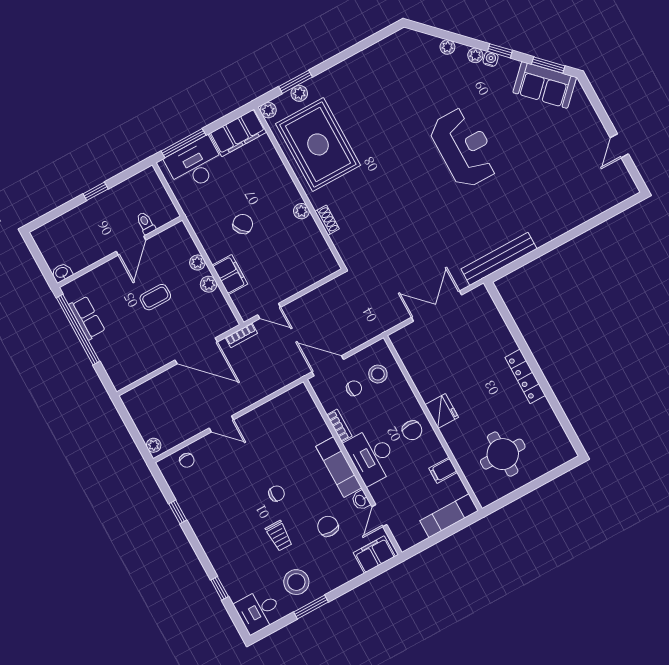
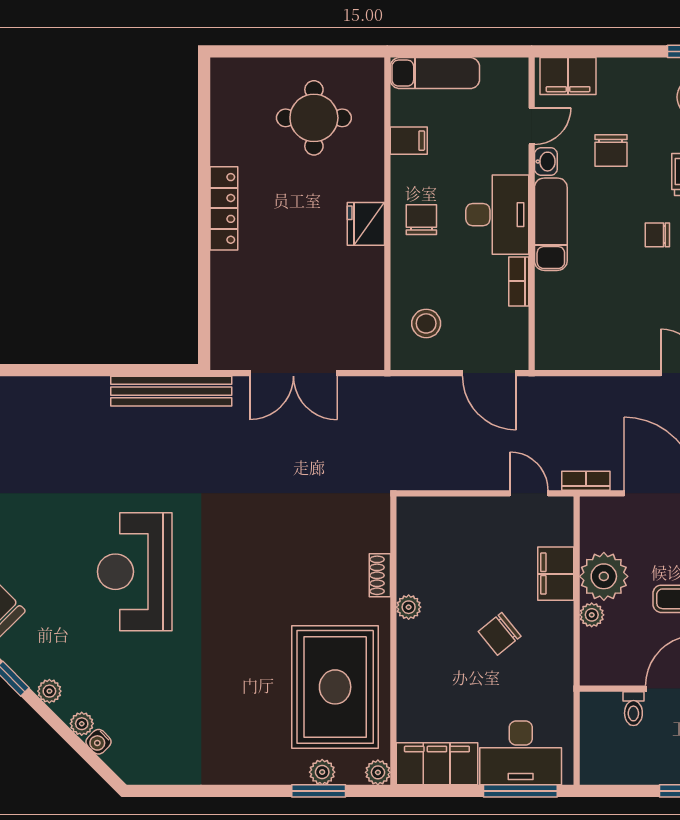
water cooler: (491, 59) -> (99, 742), moved
plant: (209, 284) -> (604, 576), width x1.88, depth x1.88
chair: (354, 388) -> (470, 322), removed

